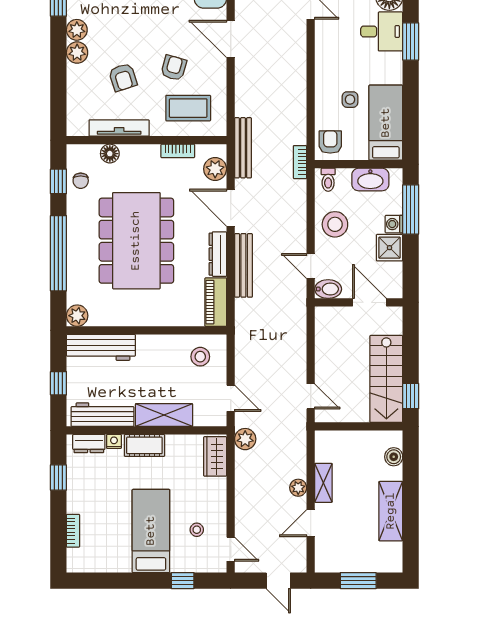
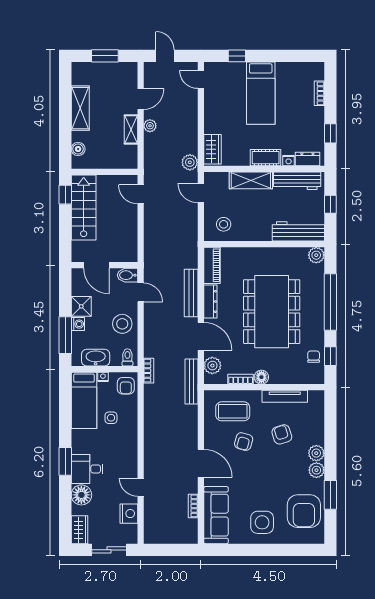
floor lamp: (110, 154) -> (261, 377), moved
nightstand: (361, 154) -> (103, 377), added
stool: (197, 530) -> (226, 94), removed

